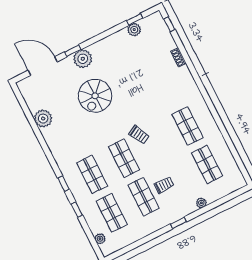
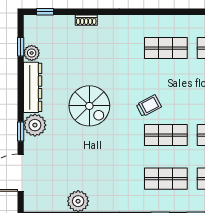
dresser: (109, 43) -> (33, 87), added
spiral stairs: (95, 96) -> (89, 106), moved

